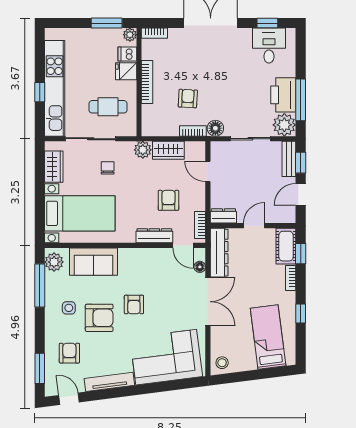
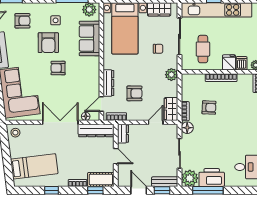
wardrobe: (168, 150) -> (171, 109), moved
double door: (208, 302) -> (60, 122), swing flipped

